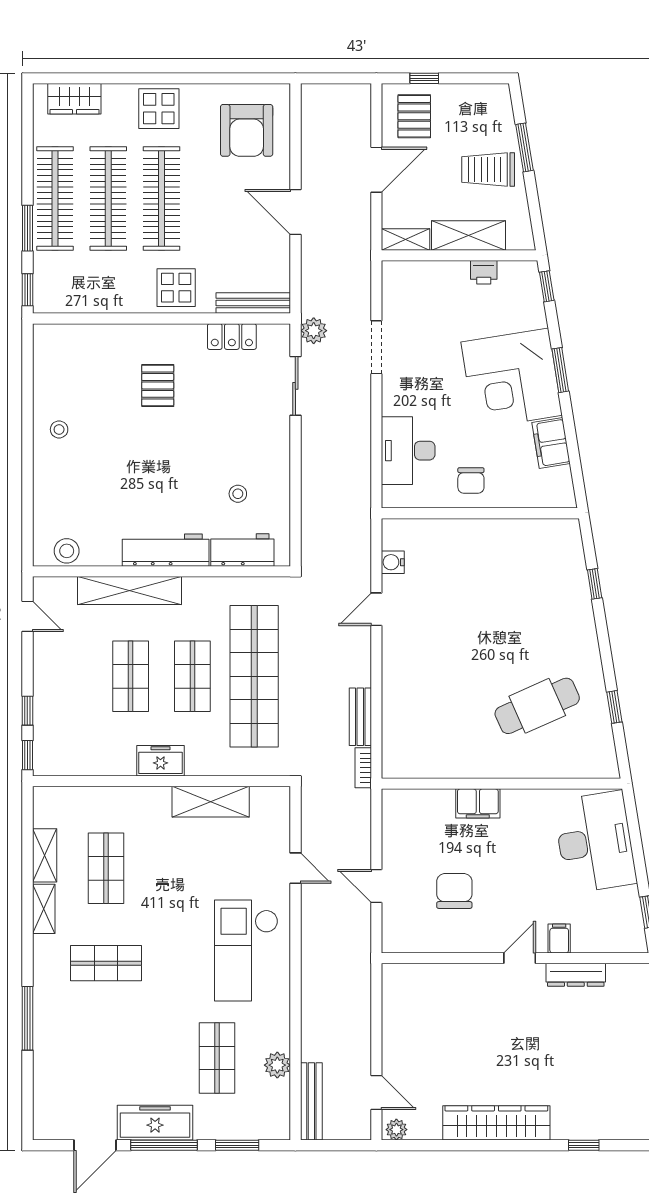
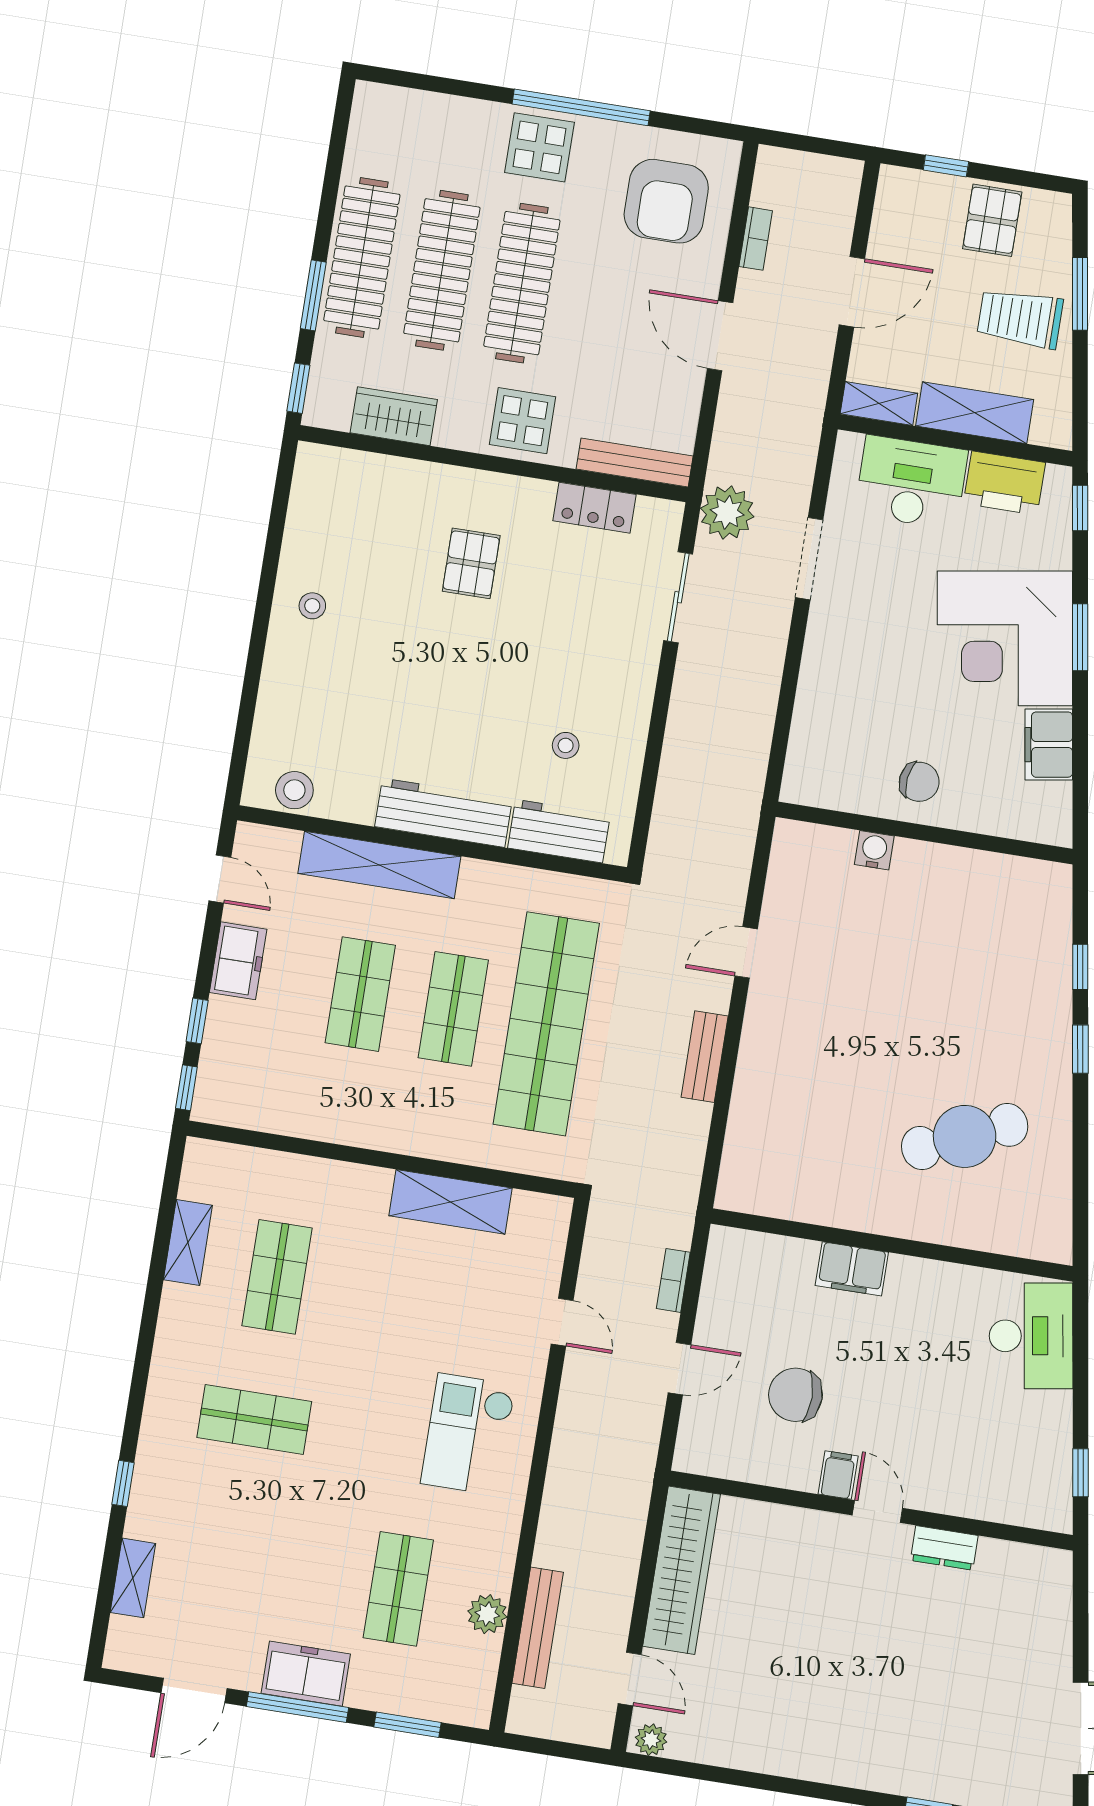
window: (182, 78) -> (581, 107), added
wardrobe: (74, 99) -> (394, 416), moved, turned 180
pallet: (414, 116) -> (992, 220), moved
bookcase: (308, 145) -> (756, 239), added
printer: (484, 272) -> (1004, 483), width x1.87, depth x1.48
plant: (314, 331) -> (727, 512), width x1.36, depth x1.36
desk: (408, 451) -> (911, 482), moved, turned 90
chair: (471, 481) -> (919, 782), turned -83
water cooler: (393, 562) -> (874, 850), moved, turned 90
window: (614, 707) -> (1080, 1049), moved
bench: (360, 717) -> (705, 1057), moved
freezer: (160, 761) -> (238, 961), moved, turned 90
bookcase: (363, 768) -> (673, 1280), moved
desk: (595, 842) -> (1031, 1336), width x0.73, depth x0.77
door: (376, 886) -> (679, 1369), swing flipped
chair: (454, 891) -> (795, 1395), turned -90
shelving: (44, 909) -> (133, 1578), moved
filing cabinet: (559, 939) -> (838, 1475), moved
checkout: (246, 951) -> (468, 1434), width x0.73, depth x0.83
door: (520, 958) -> (877, 1512), hinge flipped
dresser: (576, 975) -> (944, 1548), width x0.70
window: (27, 1018) -> (123, 1483), width x0.46
bench: (311, 1101) -> (538, 1628), moved
freezer: (155, 1123) -> (306, 1674), width x0.71
wardrobe: (496, 1123) -> (682, 1570), moved, turned 90

